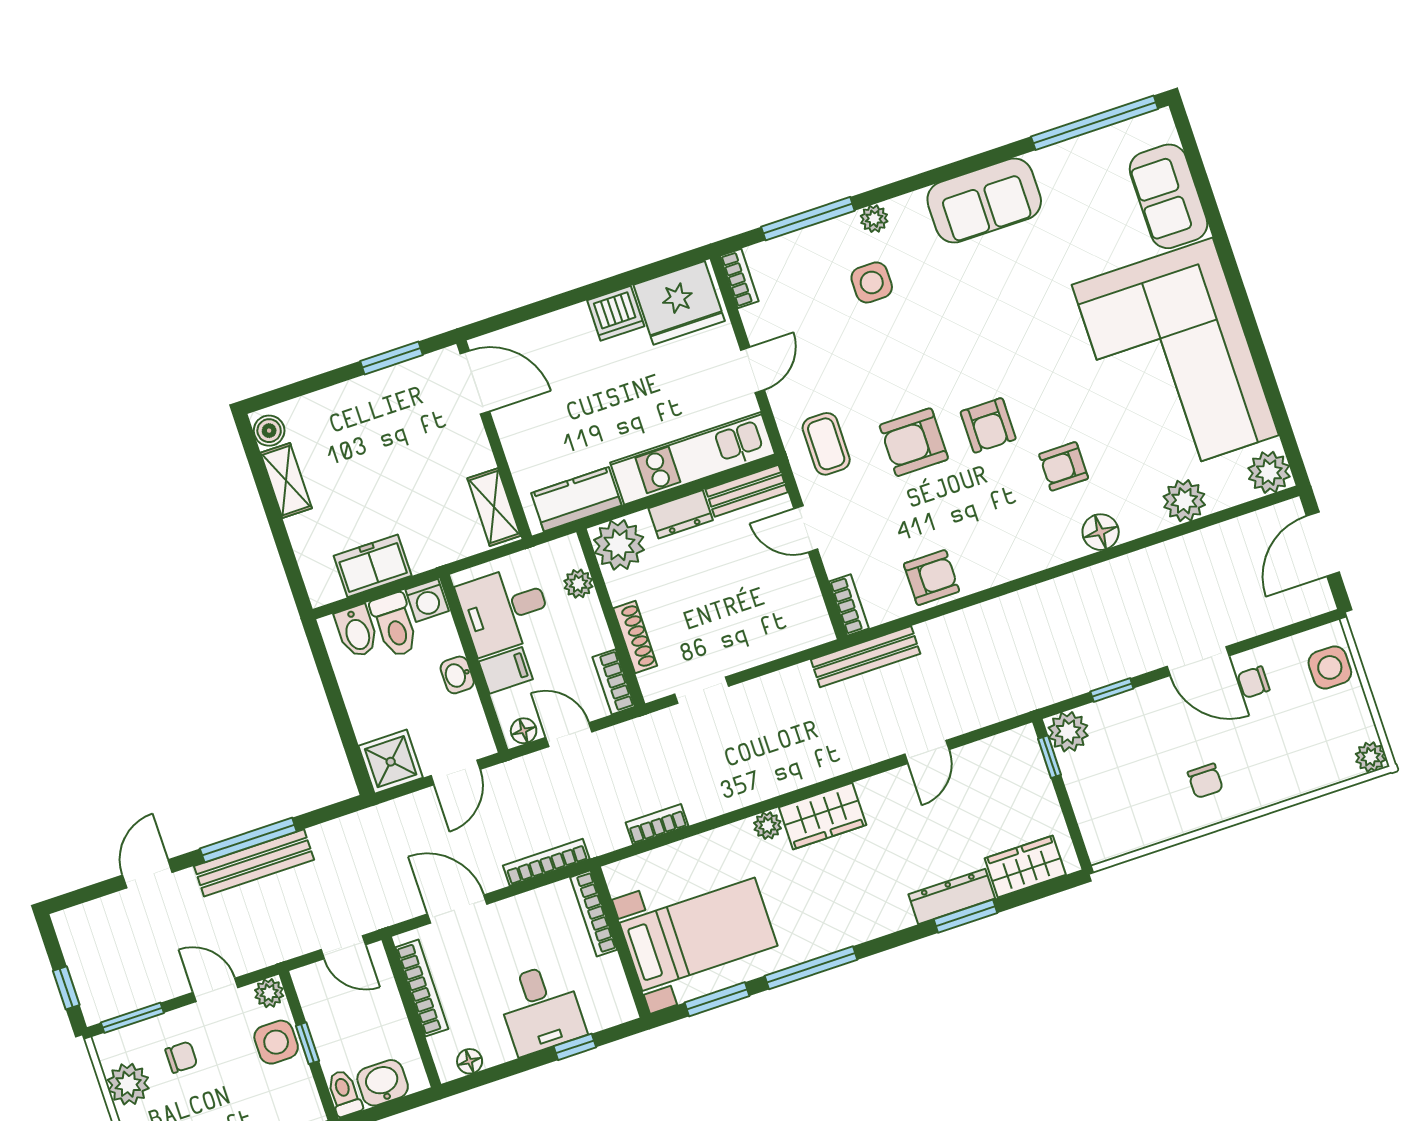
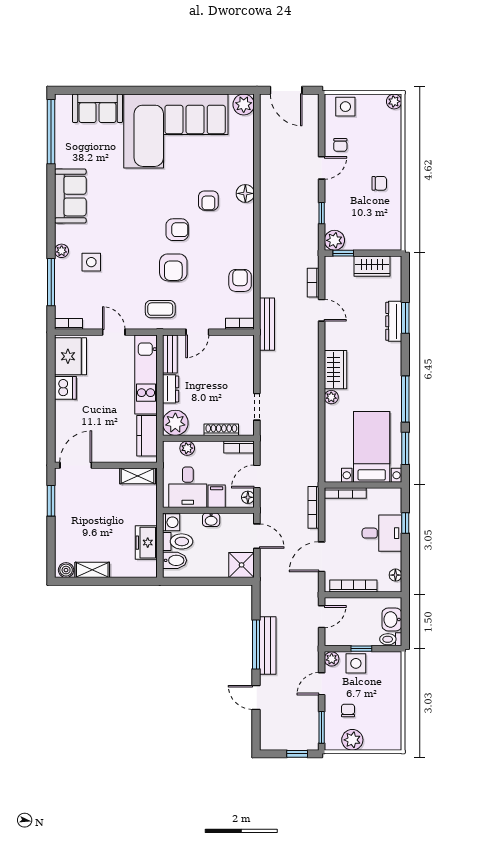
plant: (1184, 501) -> (244, 149), removed
door: (1198, 661) -> (322, 168), width x0.73
bookcase: (657, 824) -> (313, 283), moved
wardrobe: (1025, 867) -> (372, 266), moved, turned -90

